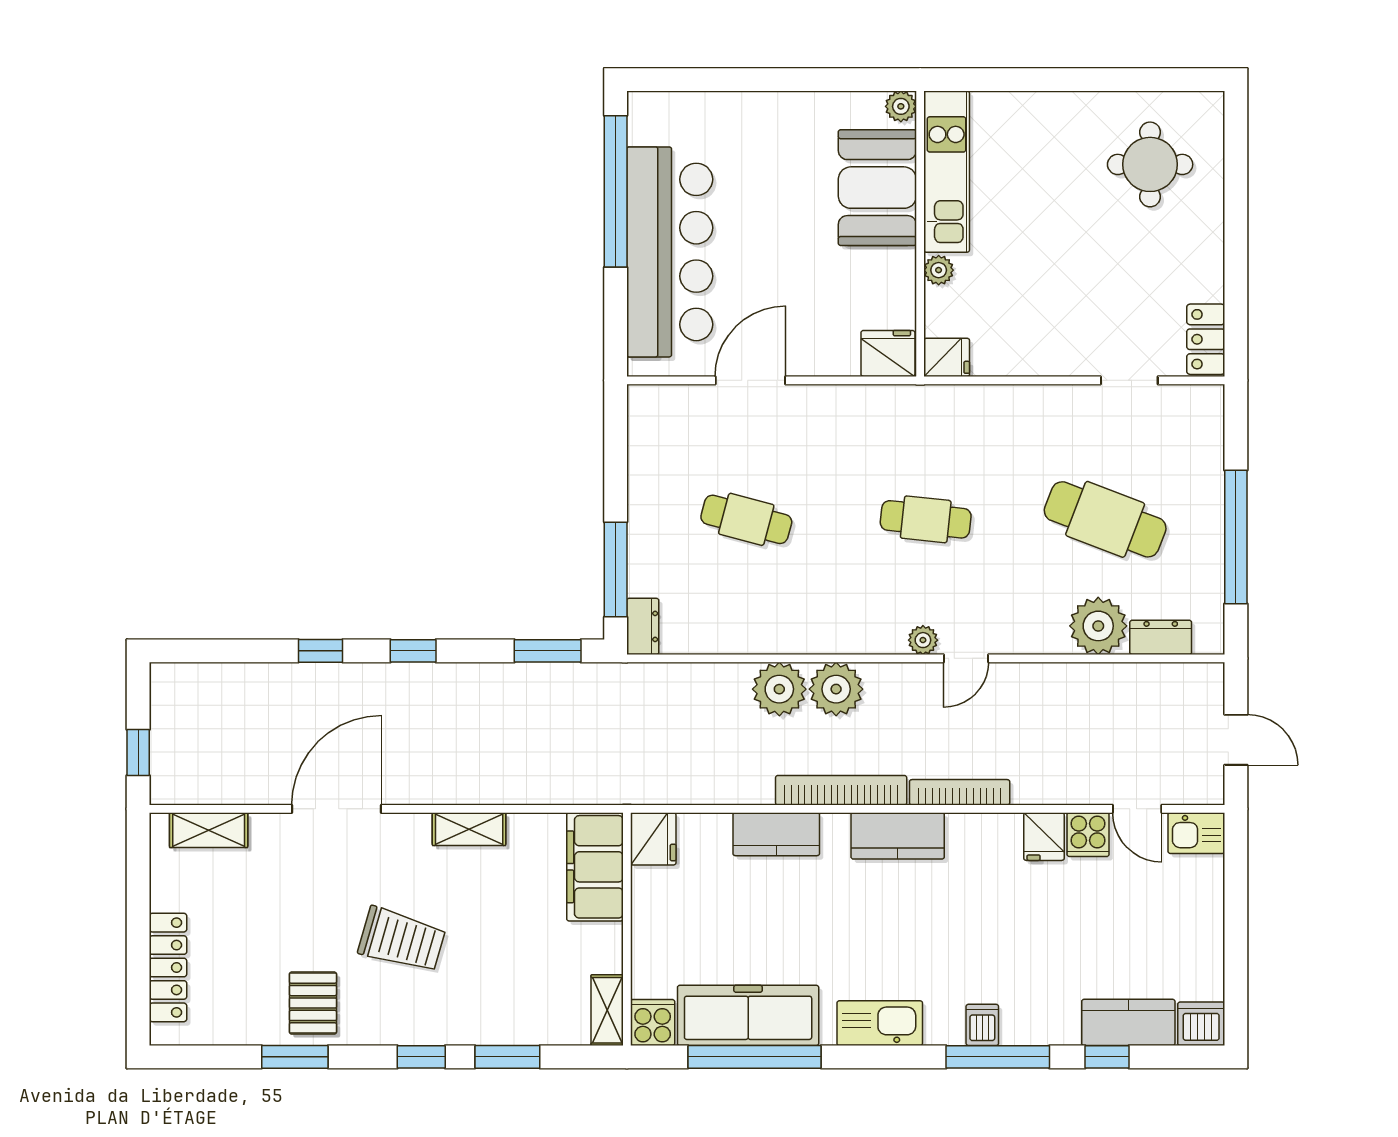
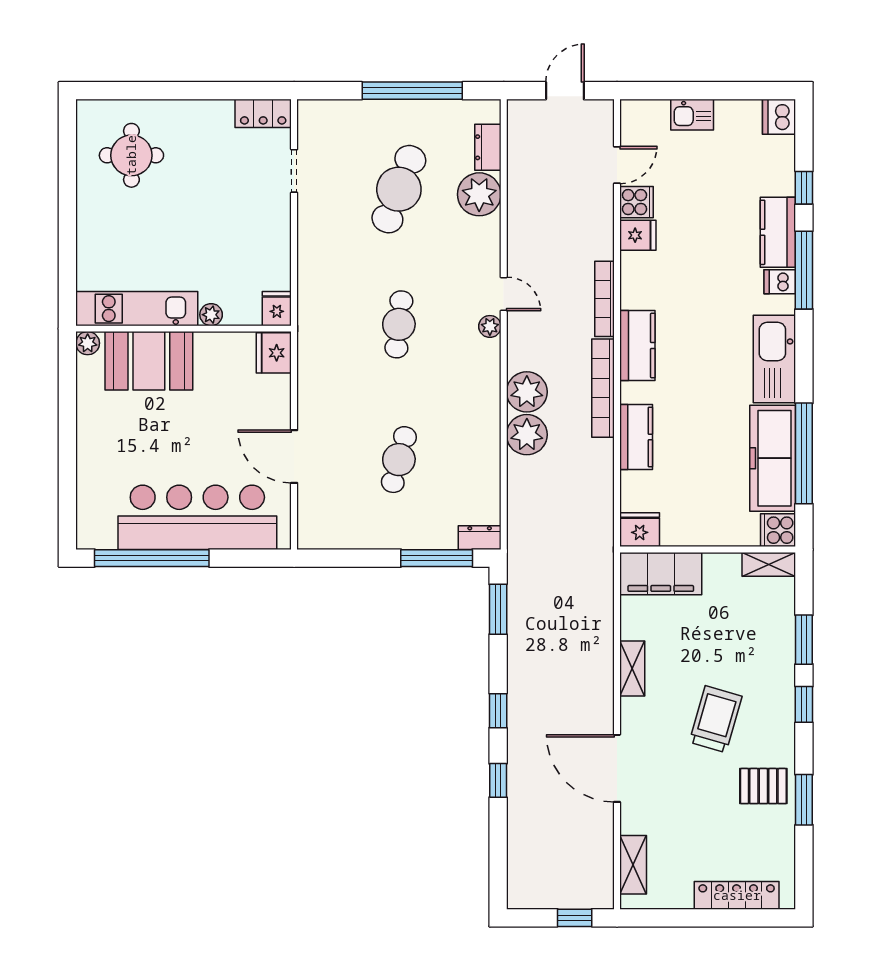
kitchen sink: (1196, 833) -> (692, 115), moved, turned 90
kitchen counter: (1128, 1022) -> (778, 232), moved
kitchen sink: (880, 1023) -> (774, 359), width x1.36, depth x1.24

